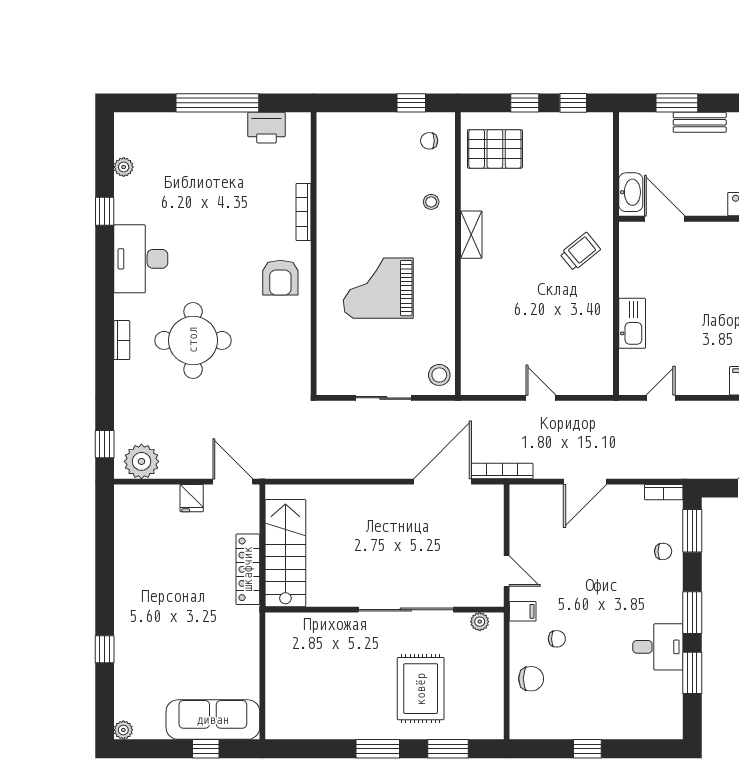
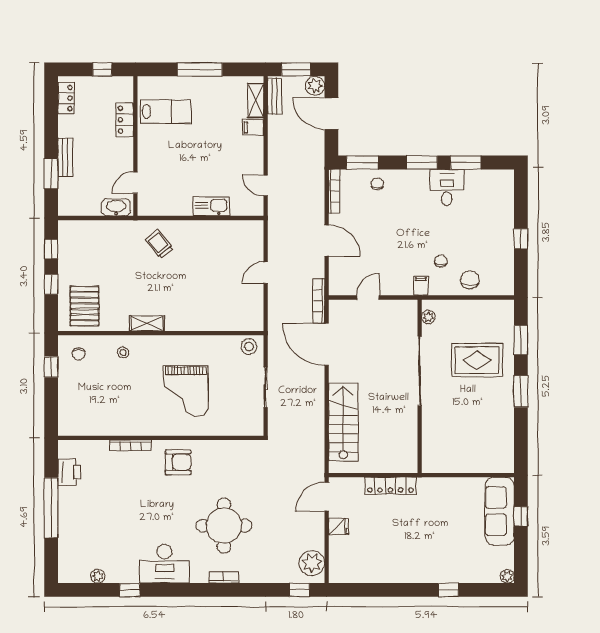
door: (665, 219) -> (135, 183), width x0.73
bookcase: (664, 492) -> (334, 191), width x1.56
stairs: (285, 553) -> (343, 422), moved, turned 90
door: (507, 571) -> (368, 298), moved

